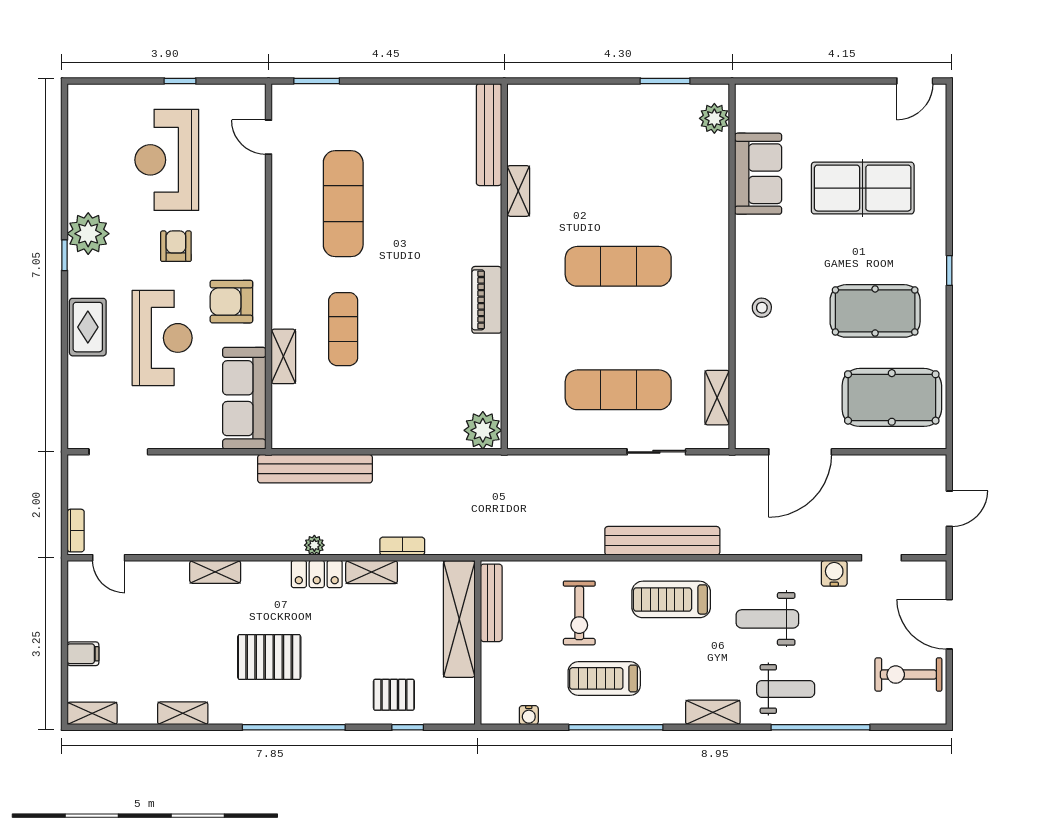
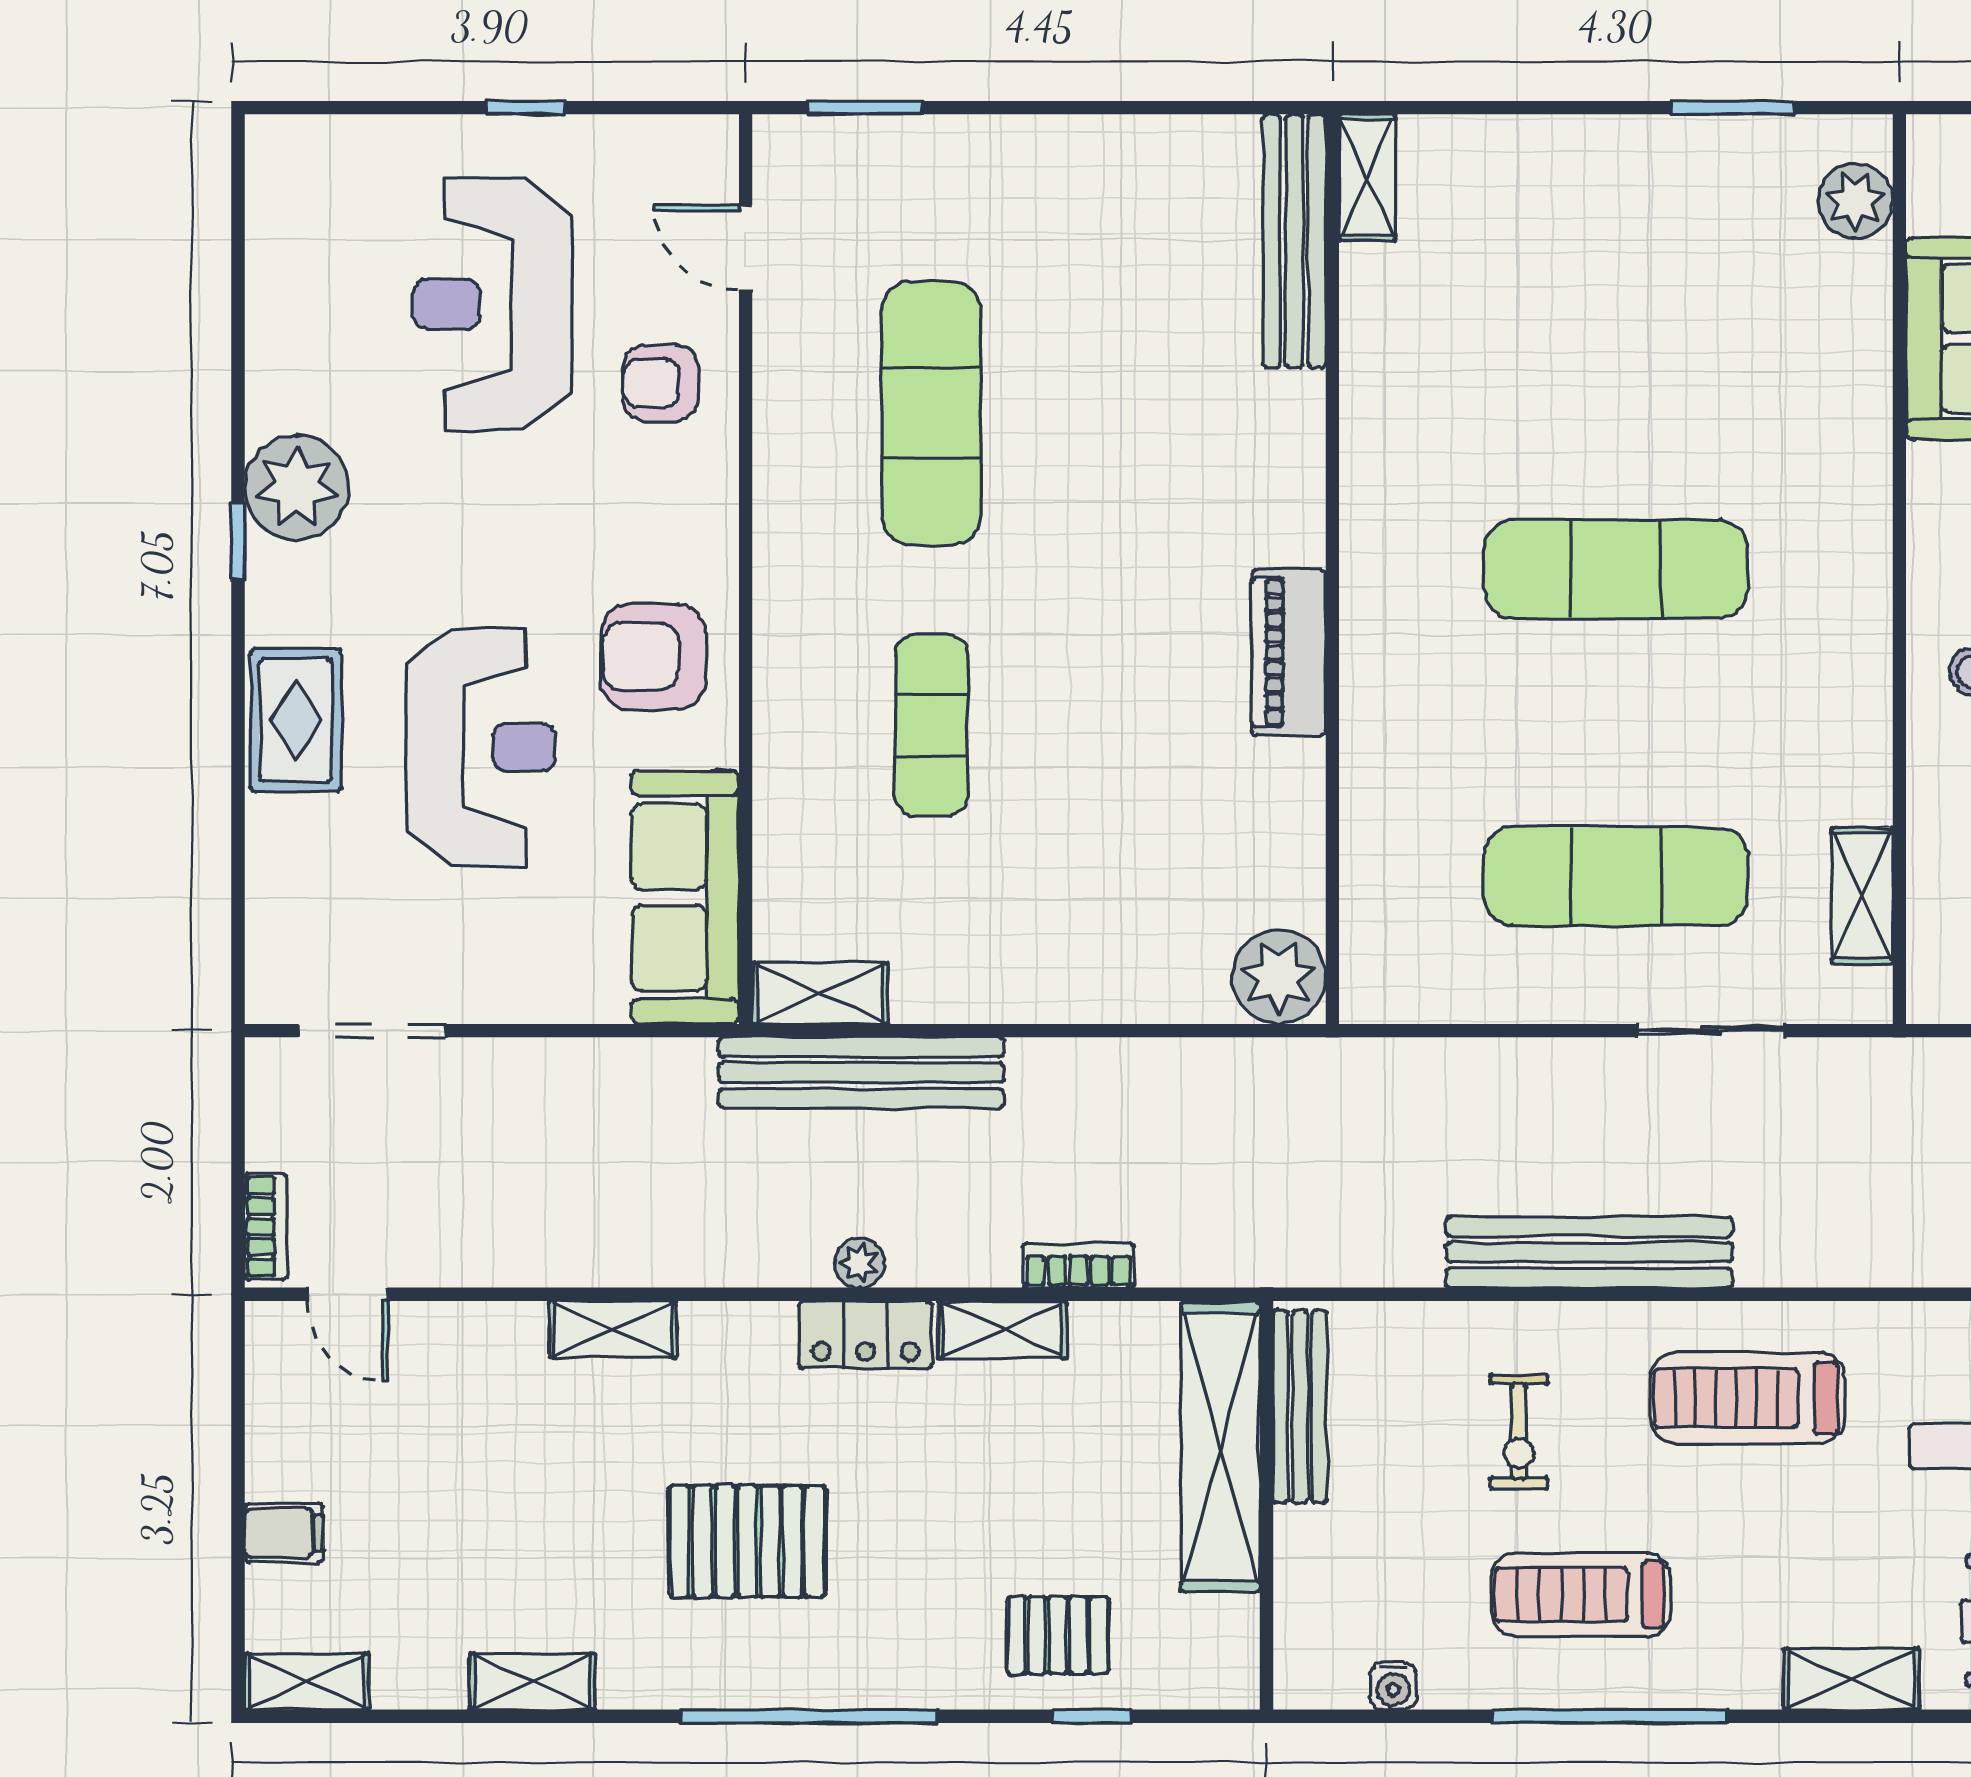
shelving: (518, 191) -> (1367, 177), moved
armchair: (176, 246) -> (661, 383), moved, turned -90
shelving: (283, 356) -> (820, 993), moved, turned 90
bench: (662, 541) -> (1589, 1252), moved
exercise bike: (579, 613) -> (1519, 1432), width x0.73, depth x0.72

